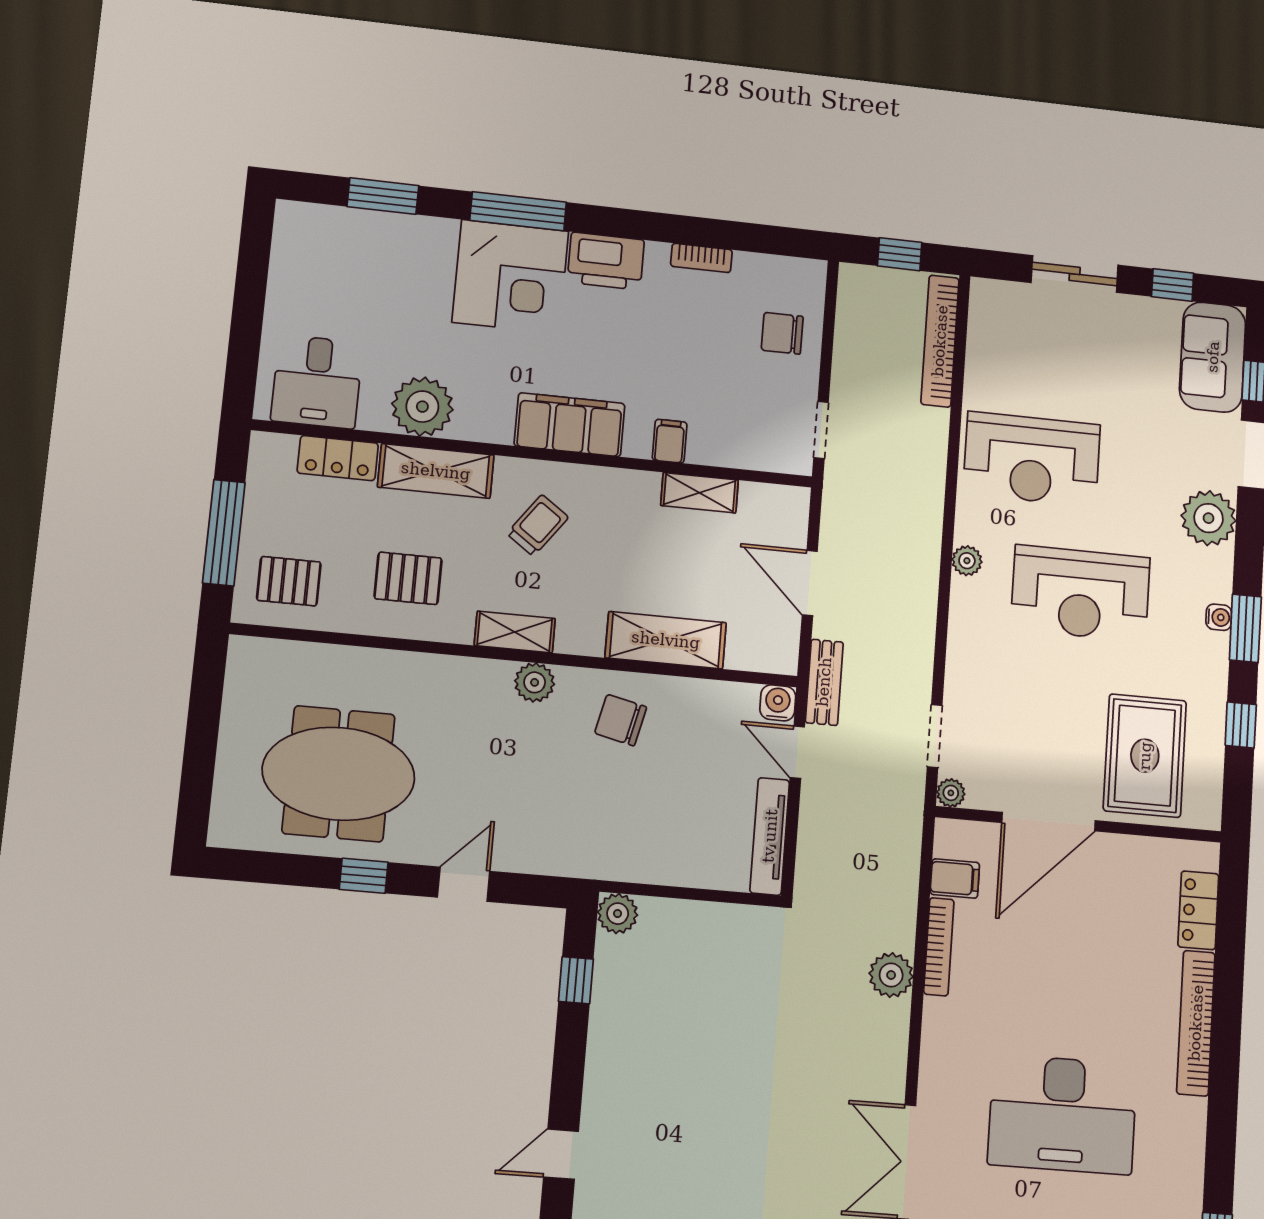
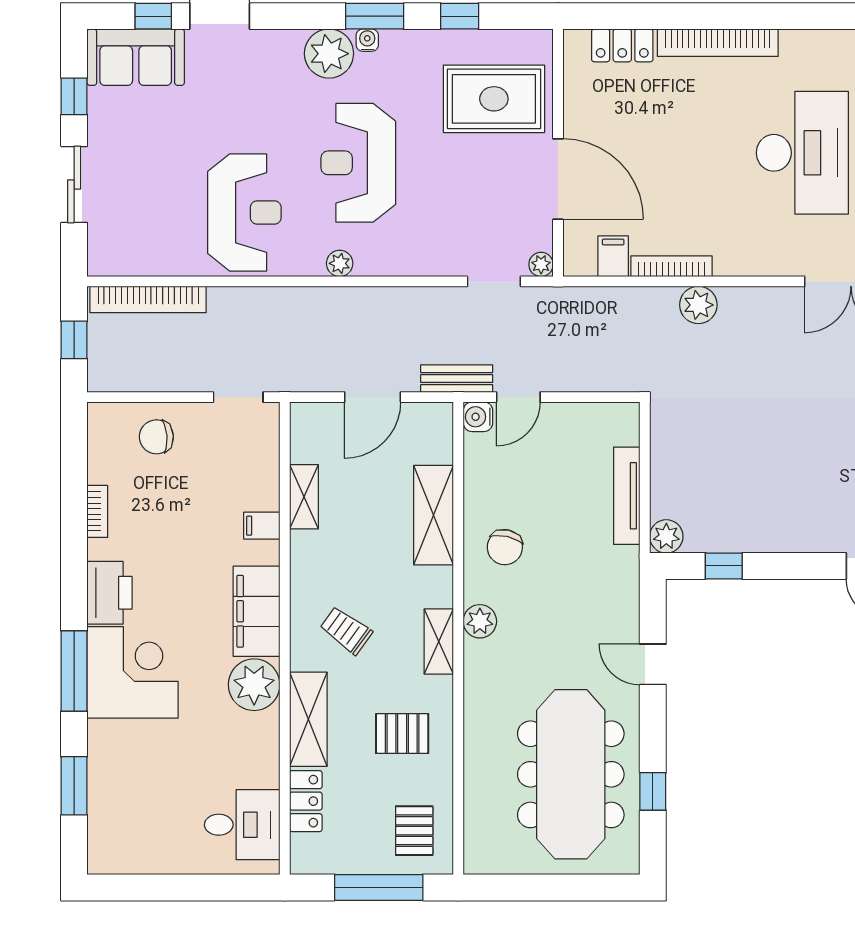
chair: (782, 333) -> (156, 437), turned 86
plant: (422, 407) -> (254, 685), moved
plant: (1209, 518) -> (329, 54), moved
pallet: (408, 578) -> (402, 734), turned 90
reception desk: (1081, 593) -> (358, 163), turned 180
meeting table: (339, 774) -> (571, 774), width x1.36
tv unit: (770, 836) -> (627, 496), moved, turned 90
window: (364, 876) -> (653, 791), moved

